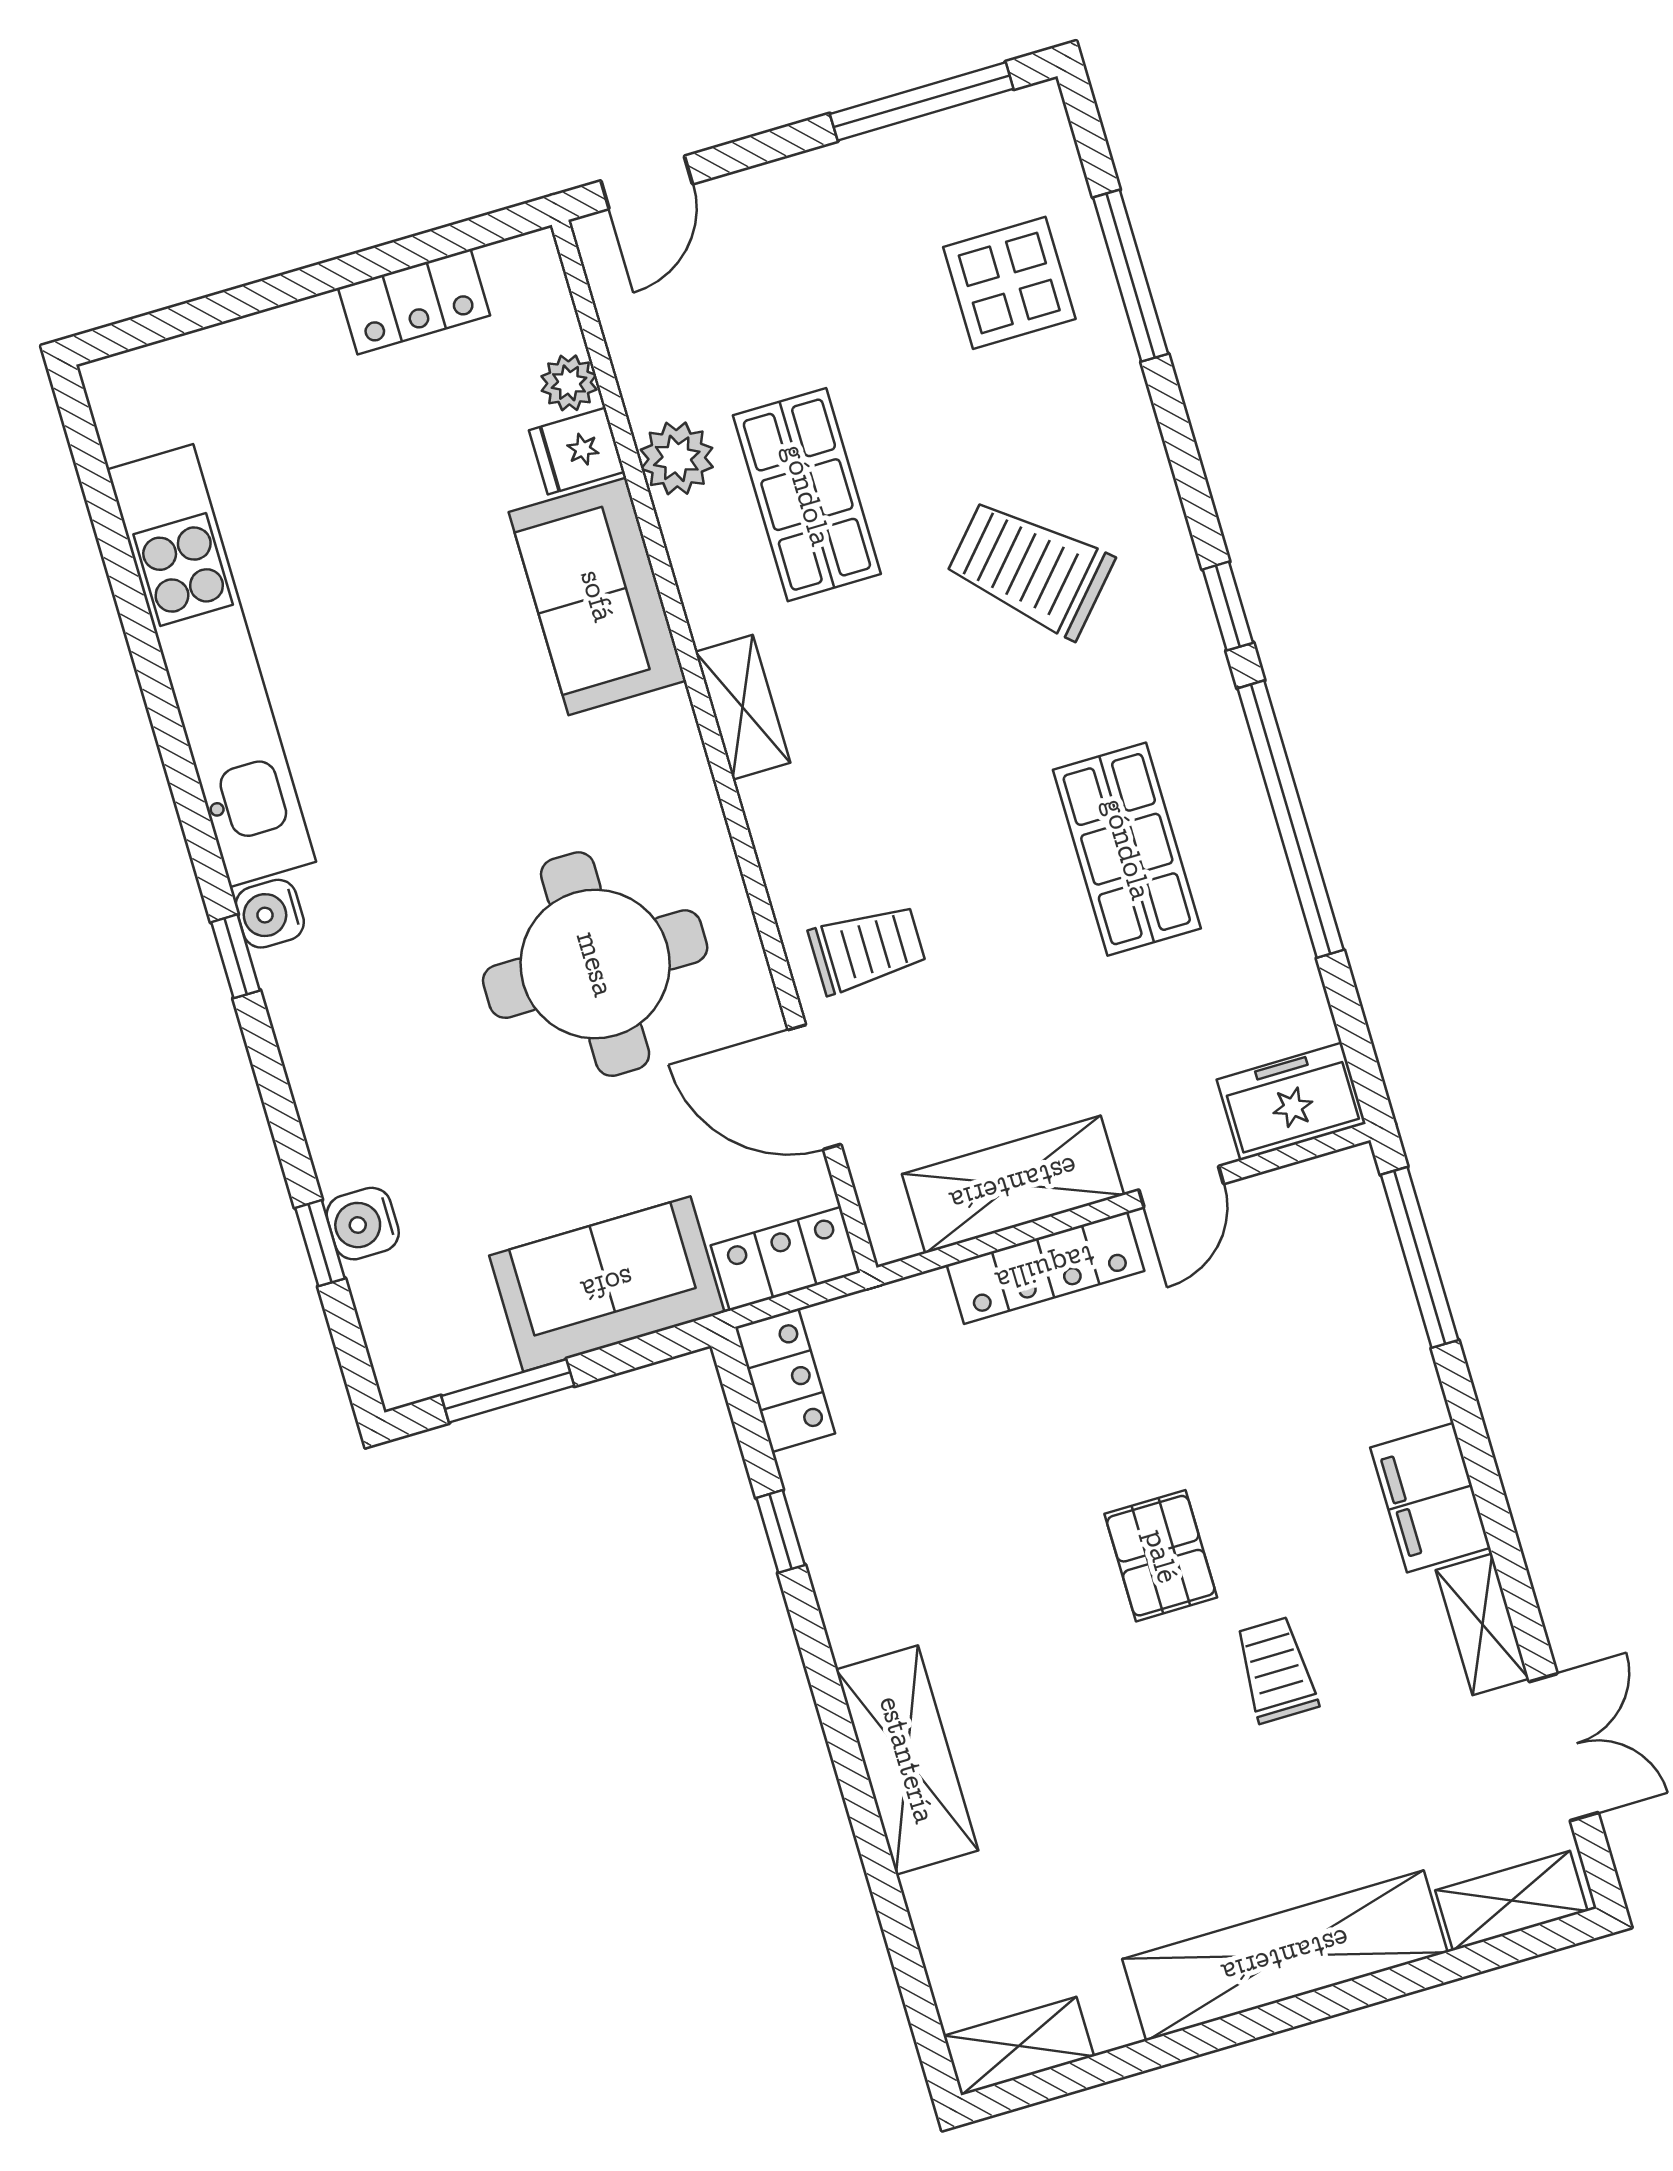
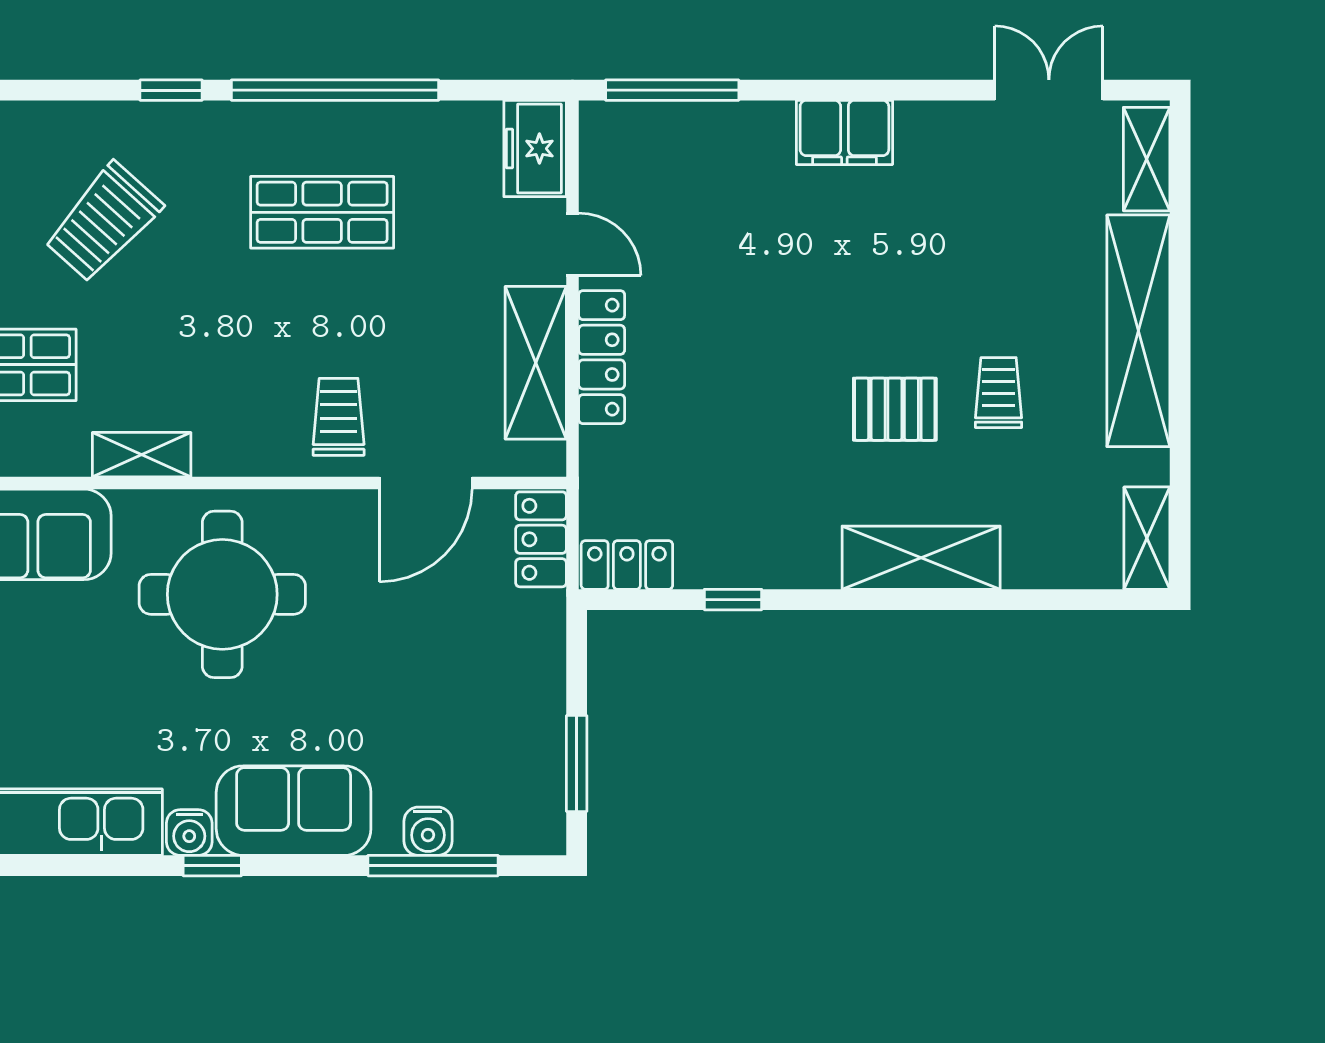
round table: (595, 964) -> (222, 594), moved
window: (320, 1243) -> (433, 866), width x2.17
sofa: (607, 1284) -> (294, 811), moved, turned 90
pallet: (1161, 1556) -> (895, 409), moved
shelving: (1482, 1624) -> (945, 122), removed
trolley: (1276, 1670) -> (999, 393), moved, turned 90

